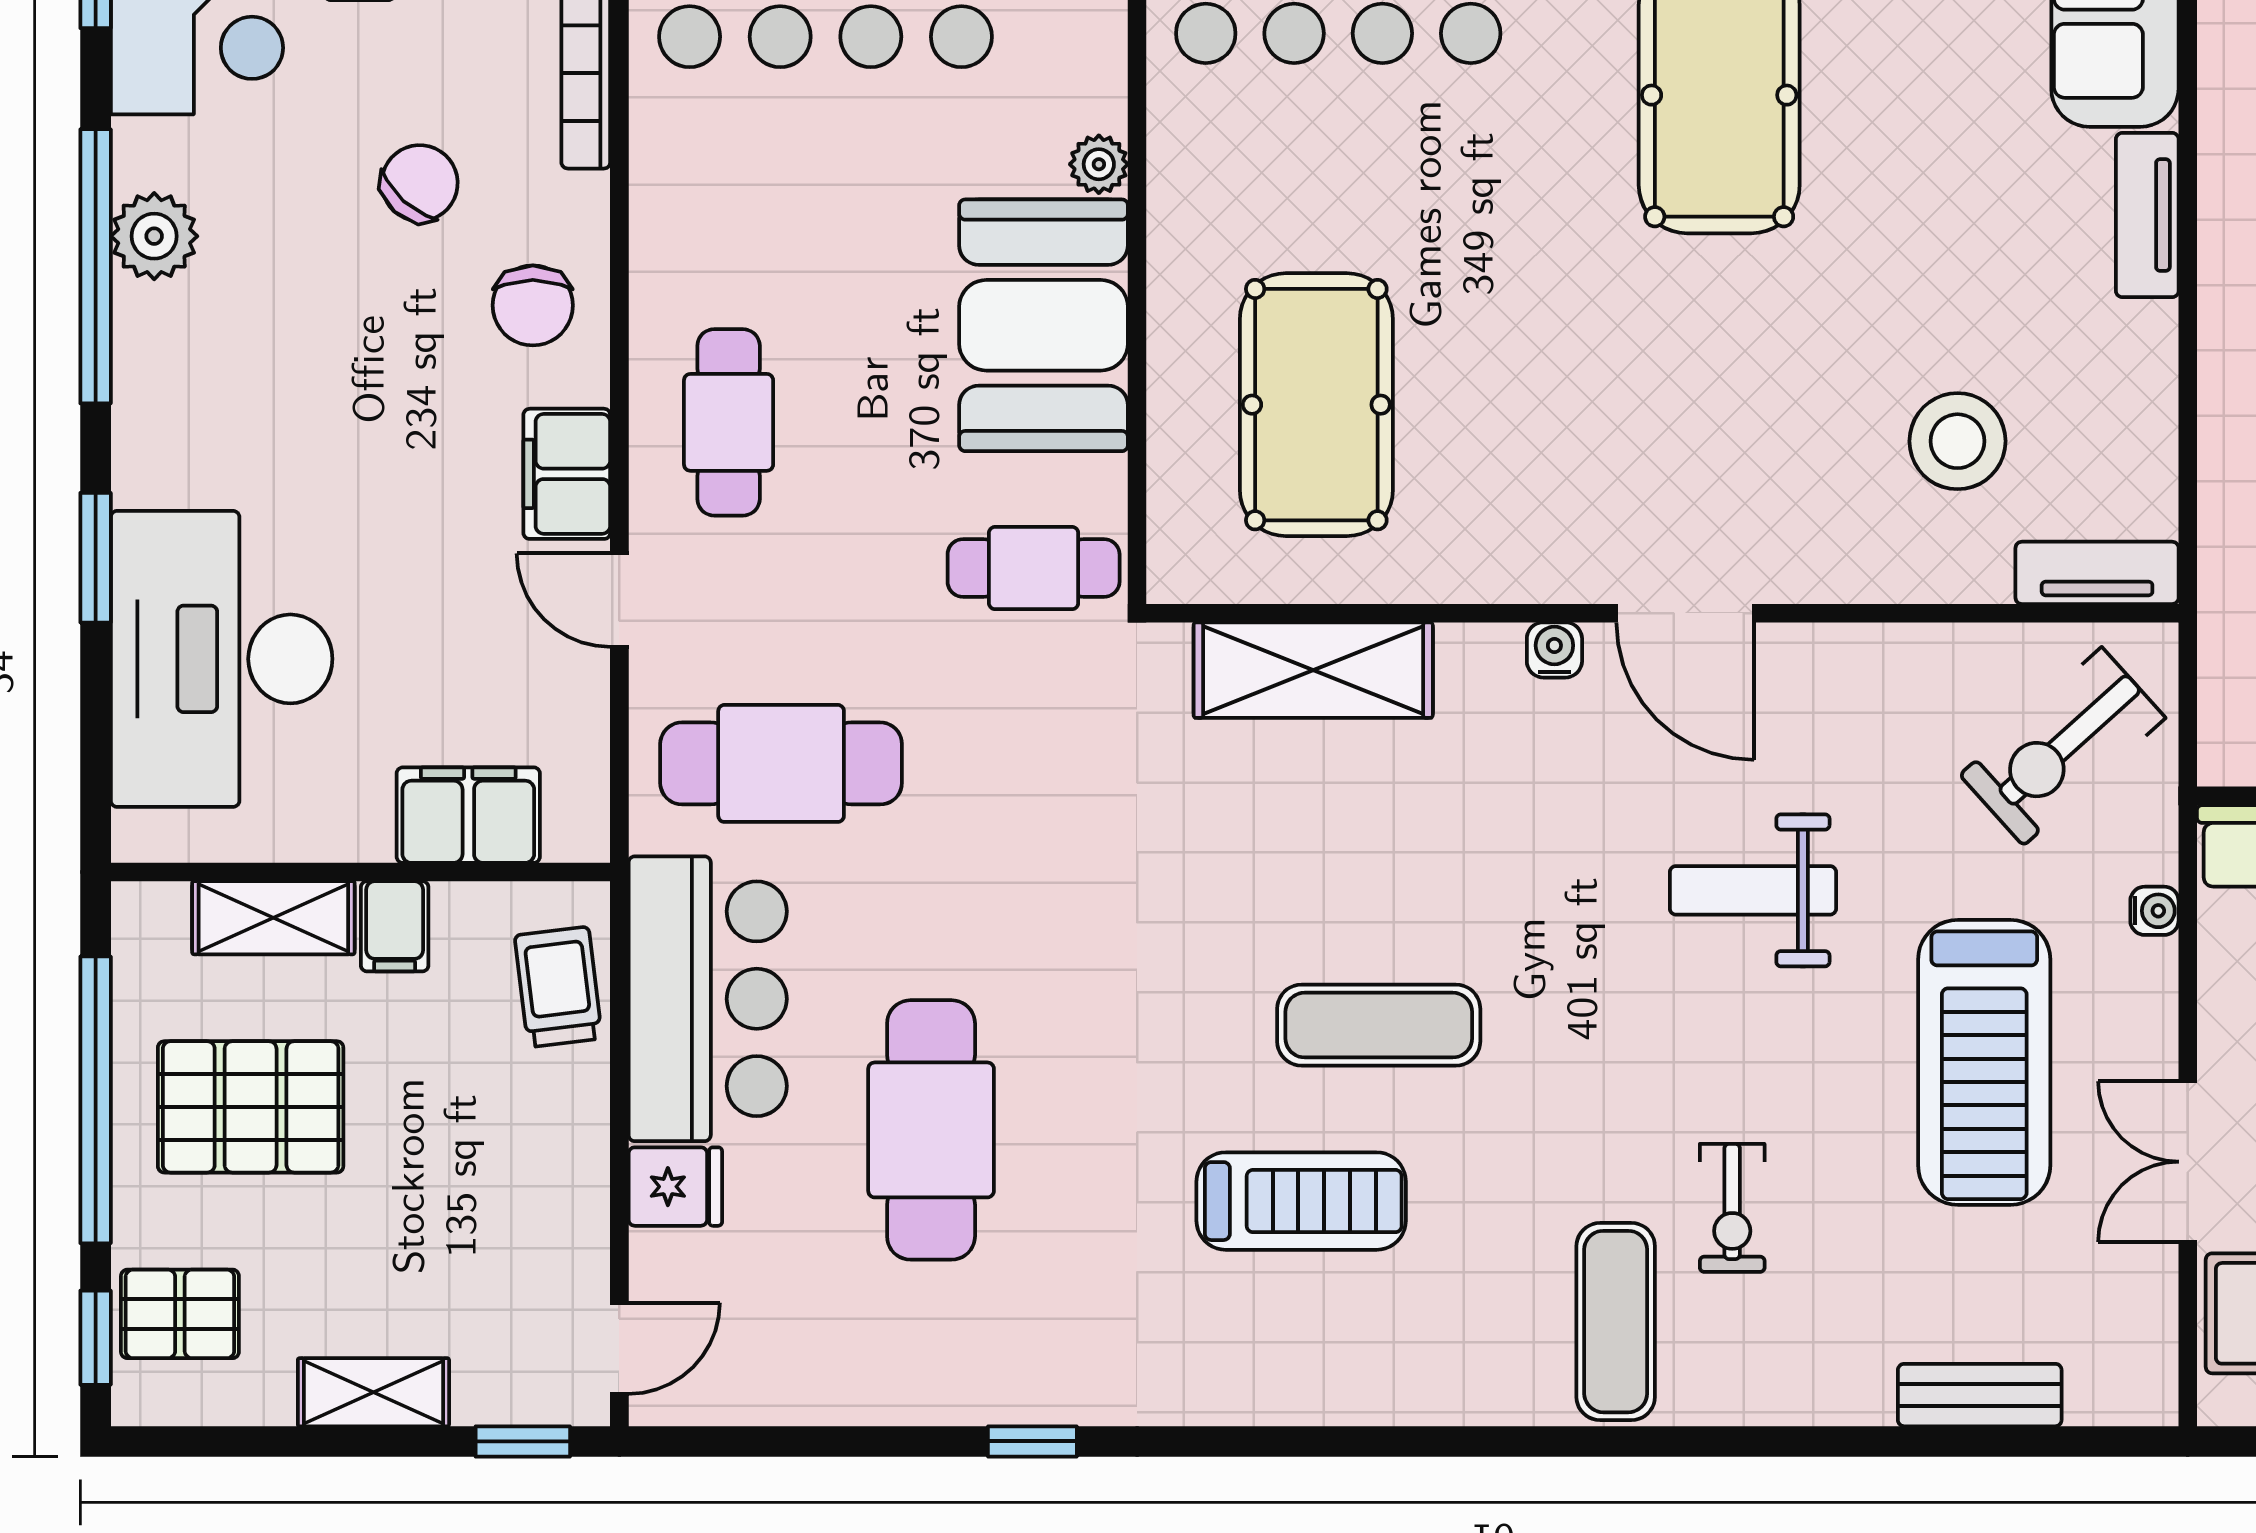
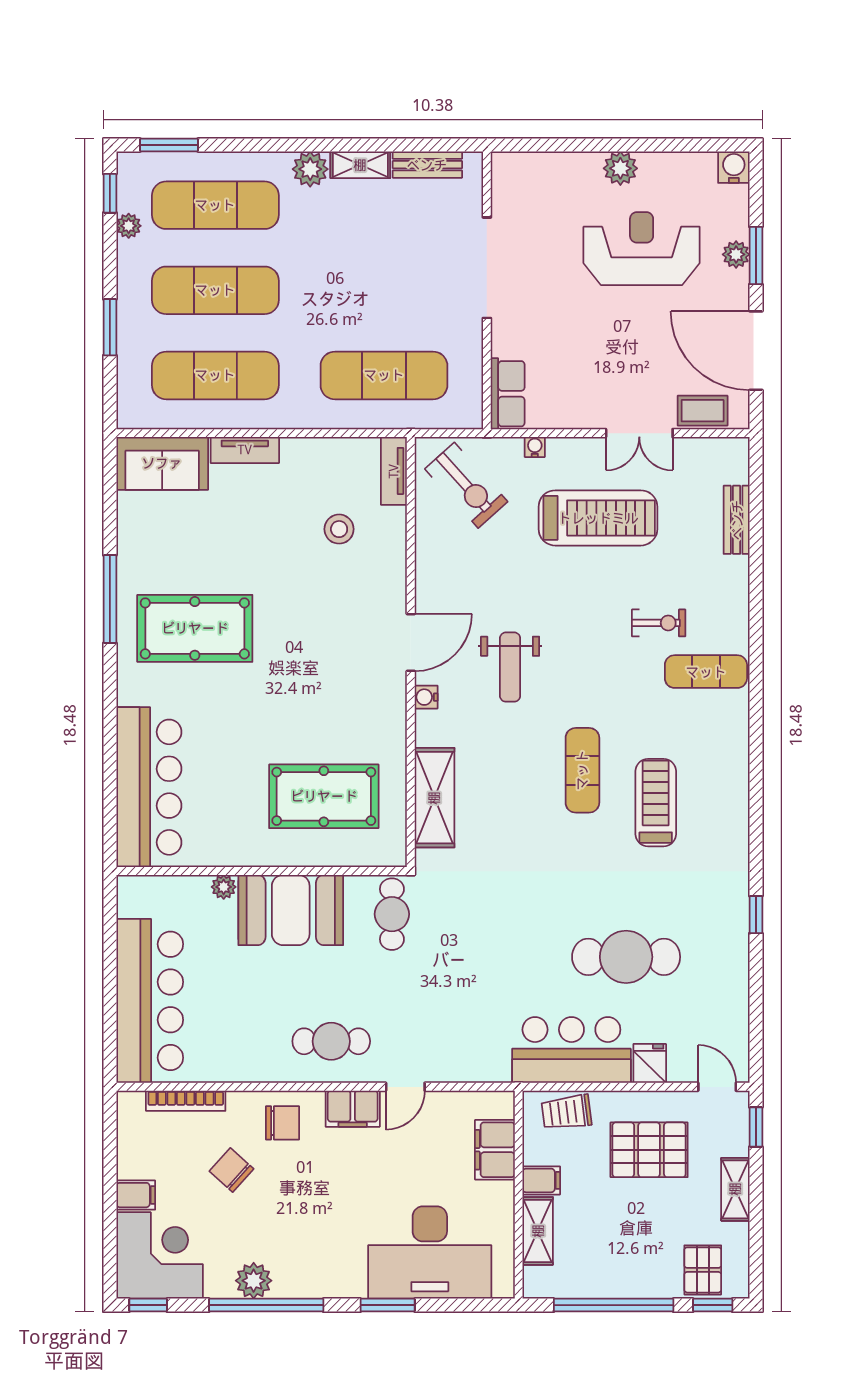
stool: (1957, 441) -> (339, 529), width x0.73, depth x0.73
cafe table: (781, 763) -> (473, 1019), removed
weight bench: (1753, 890) -> (510, 667), moved
pallet: (251, 1107) -> (649, 1150), moved, turned 90

